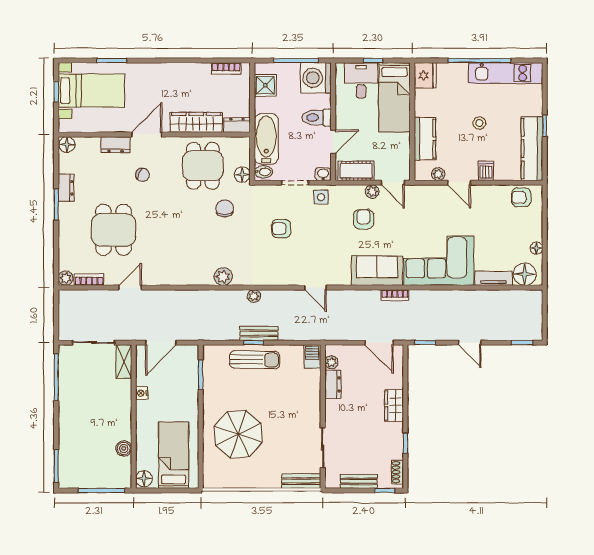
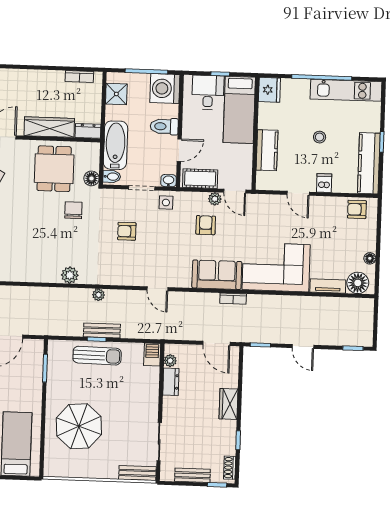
plant: (438, 174) -> (278, 185), removed

